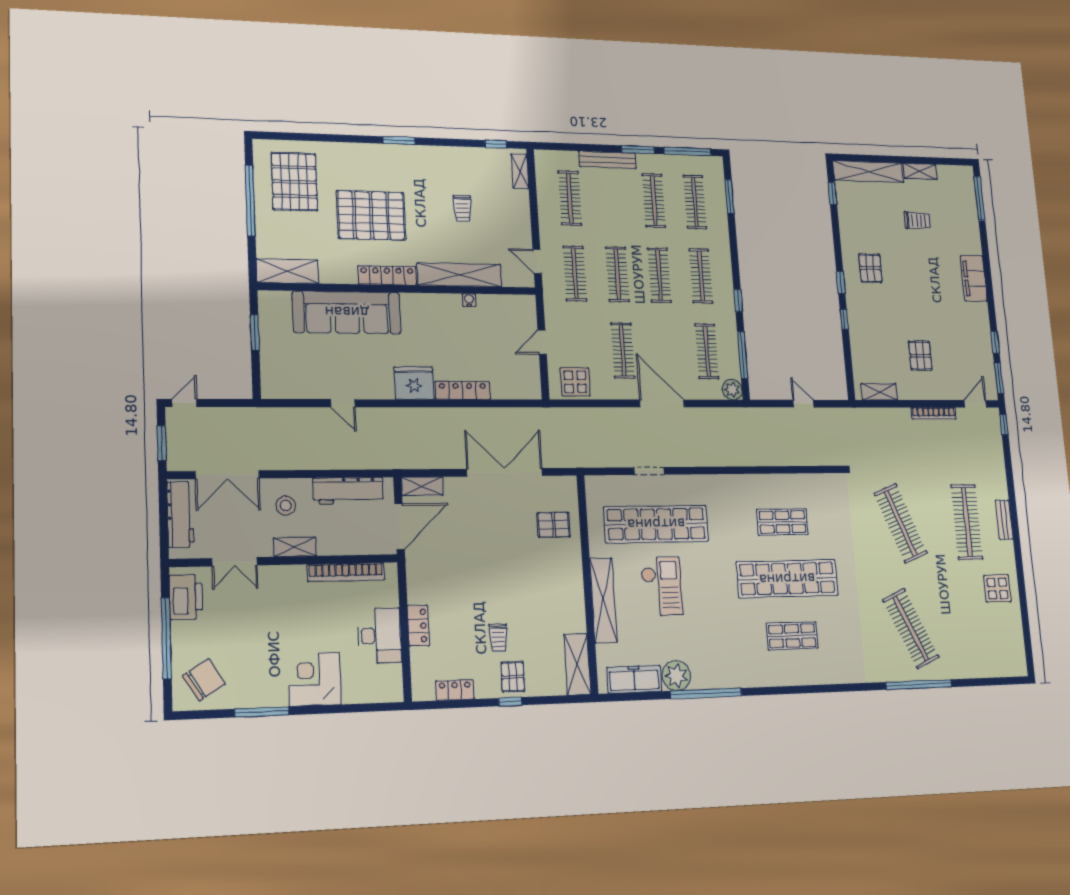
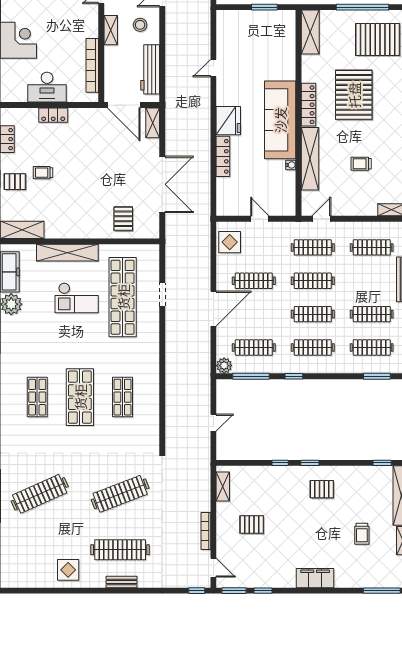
sofa: (347, 312) -> (280, 120), moved
shop shelf: (787, 579) -> (80, 397), width x0.71

